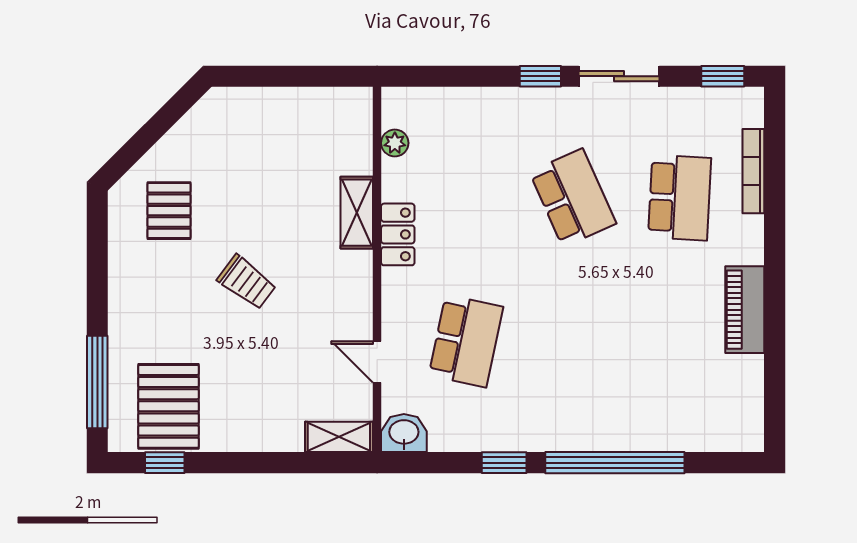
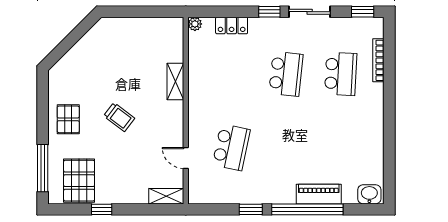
plant: (395, 143) -> (195, 24), moved
school desk: (573, 198) -> (286, 74), turned 30
pallet: (169, 211) -> (68, 119), moved
locker: (398, 234) -> (232, 25), moved, turned 90
piano: (745, 310) -> (319, 194), moved, turned 90
washbasin: (404, 433) -> (369, 194), moved
window: (165, 463) -> (102, 209), moved

